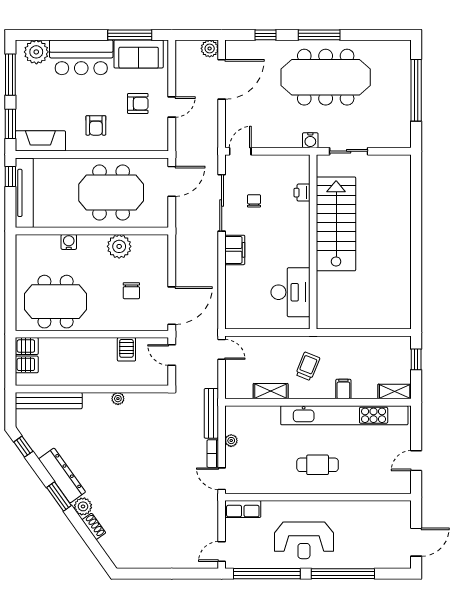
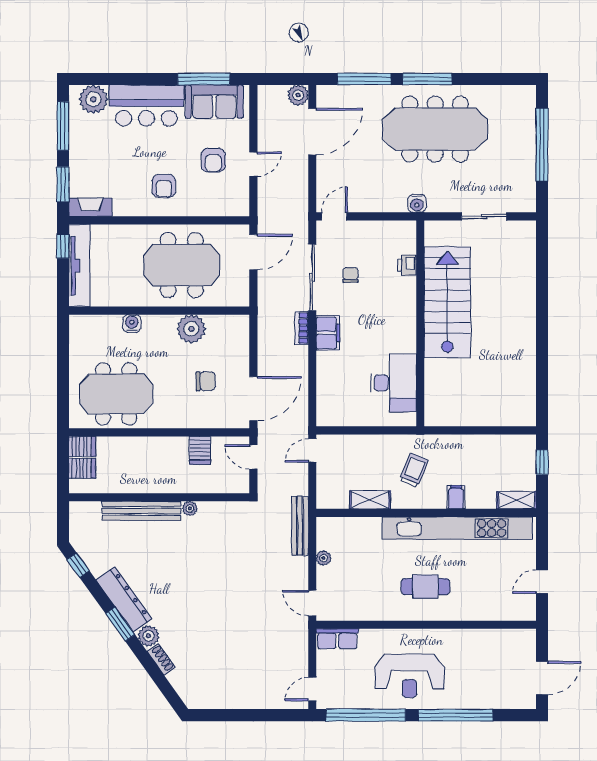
window: (266, 35) -> (364, 79), width x2.17
armchair: (138, 104) -> (213, 160), turned 90
fireplace: (40, 141) -> (90, 207), width x0.73, depth x0.76
sliding door: (349, 151) -> (484, 216), moved
chair: (131, 291) -> (206, 381), turned -90
door: (222, 349) -> (312, 450), swing flipped
bench: (49, 401) -> (142, 511), moved
bookcase: (213, 454) -> (302, 328), moved

